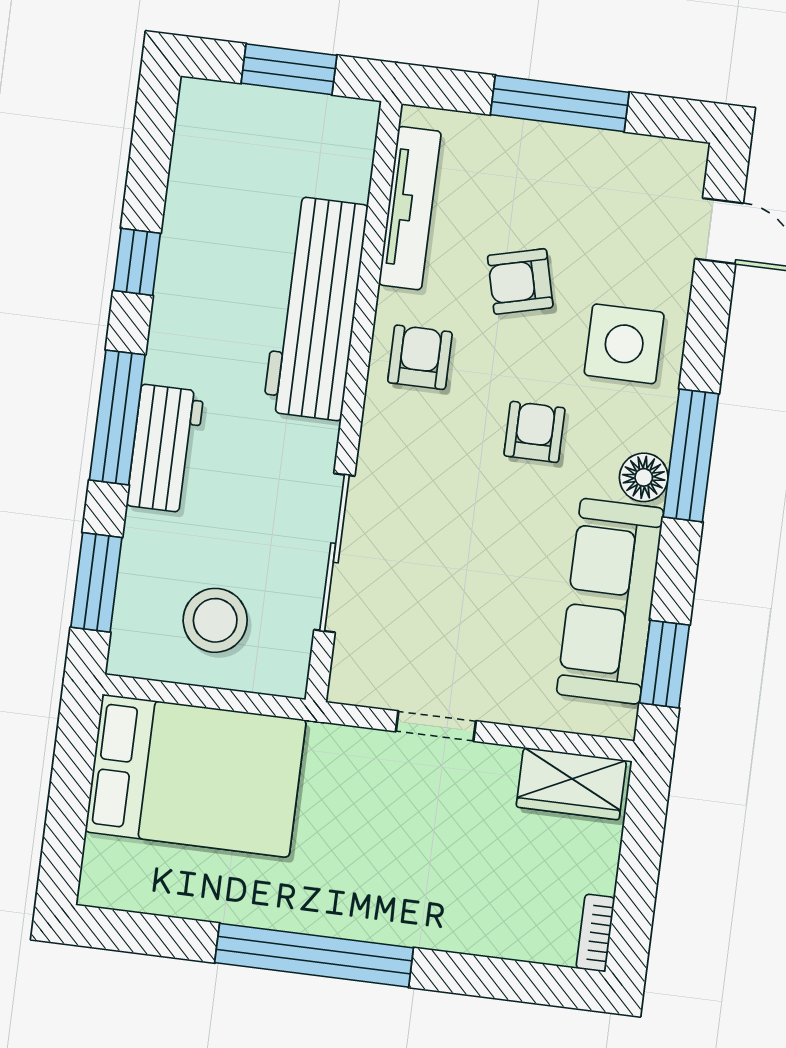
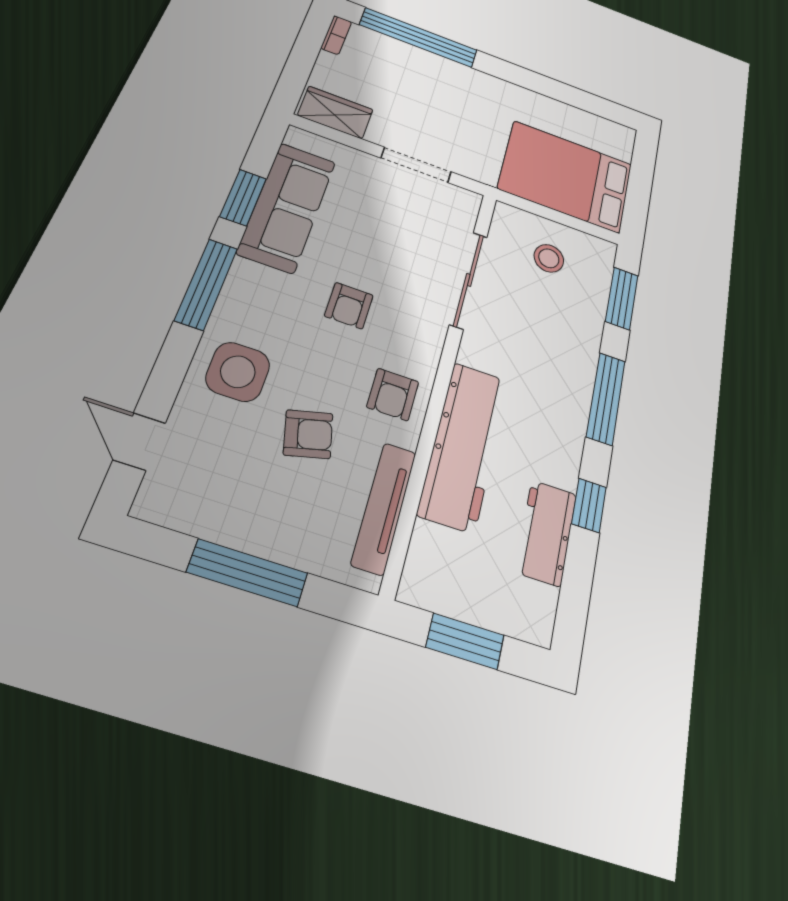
armchair: (534, 432) -> (349, 306), moved
workbench: (165, 449) -> (546, 533), moved
floor lamp: (644, 477) -> (245, 278), removed
stool: (215, 620) -> (549, 258), width x0.73, depth x0.73
window: (665, 664) -> (243, 197), moved
doorway: (436, 726) -> (416, 165), width x1.38
window: (314, 955) -> (419, 38), moved

